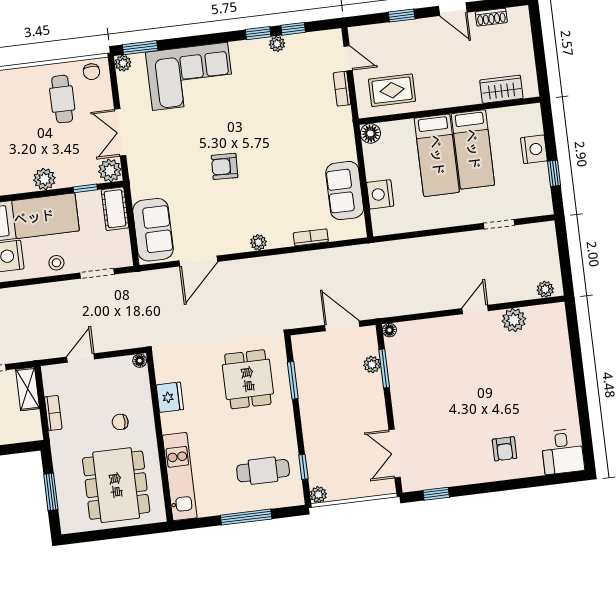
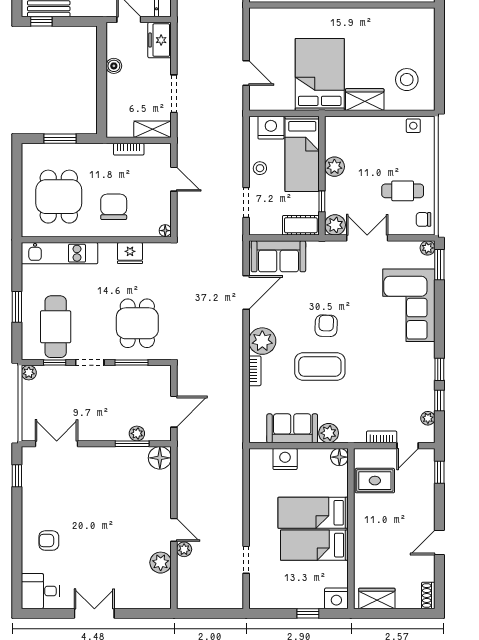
window: (402, 15) -> (439, 472), moved
shoe rack: (491, 17) -> (428, 596), moved
plant: (277, 44) -> (428, 418), moved
wardrobe: (501, 89) -> (377, 598), moved, turned -90
rug: (392, 90) -> (375, 481), turned 90
plant: (345, 149) -> (329, 433), added
nightstand: (534, 149) -> (336, 598), moved
coffee table: (271, 168) -> (320, 367), added
window: (554, 173) -> (308, 613), moved
bookcase: (311, 237) -> (255, 371), moved
plant: (258, 242) -> (262, 341), width x1.88, depth x1.88
door: (198, 261) -> (246, 293), swing flipped
plant: (545, 289) -> (184, 549), moved
floor lamp: (389, 330) -> (160, 458), width x1.89, depth x1.89
dining table: (248, 379) -> (137, 323), turned 90
double door: (580, 388) -> (94, 613), added
chair: (120, 422) -> (114, 207), width x1.87, depth x1.87
doorway: (299, 427) -> (90, 363), added
cafe table: (263, 471) -> (56, 327), width x1.37, depth x1.35
dining table: (116, 485) -> (59, 197), width x0.73
window: (246, 517) -> (17, 307), width x0.69

